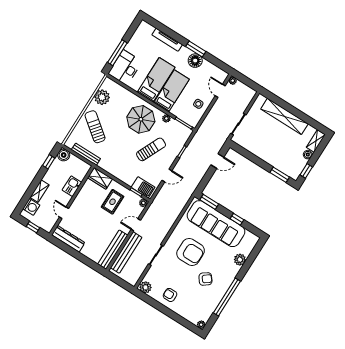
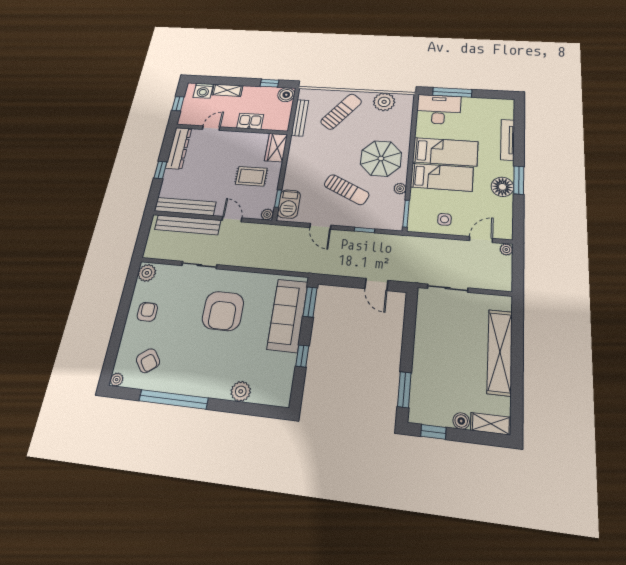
sofa: (216, 224) -> (288, 315), width x0.74, depth x0.79
window: (79, 256) -> (160, 170), added
armchair: (205, 279) -> (148, 361), moved

